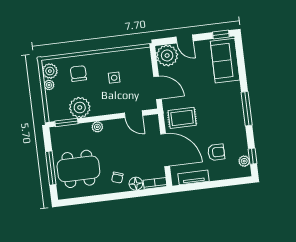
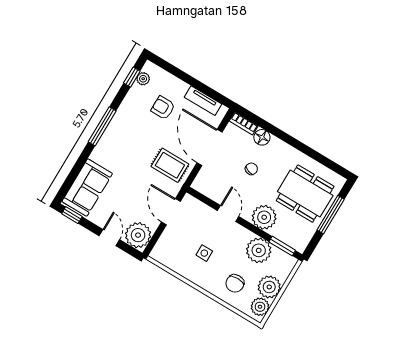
plant: (49, 85) -> (269, 287), width x1.88, depth x1.88
door: (134, 114) -> (228, 214), moved
plant: (97, 127) -> (264, 217), width x1.88, depth x1.88
chair: (117, 178) -> (251, 169), moved

